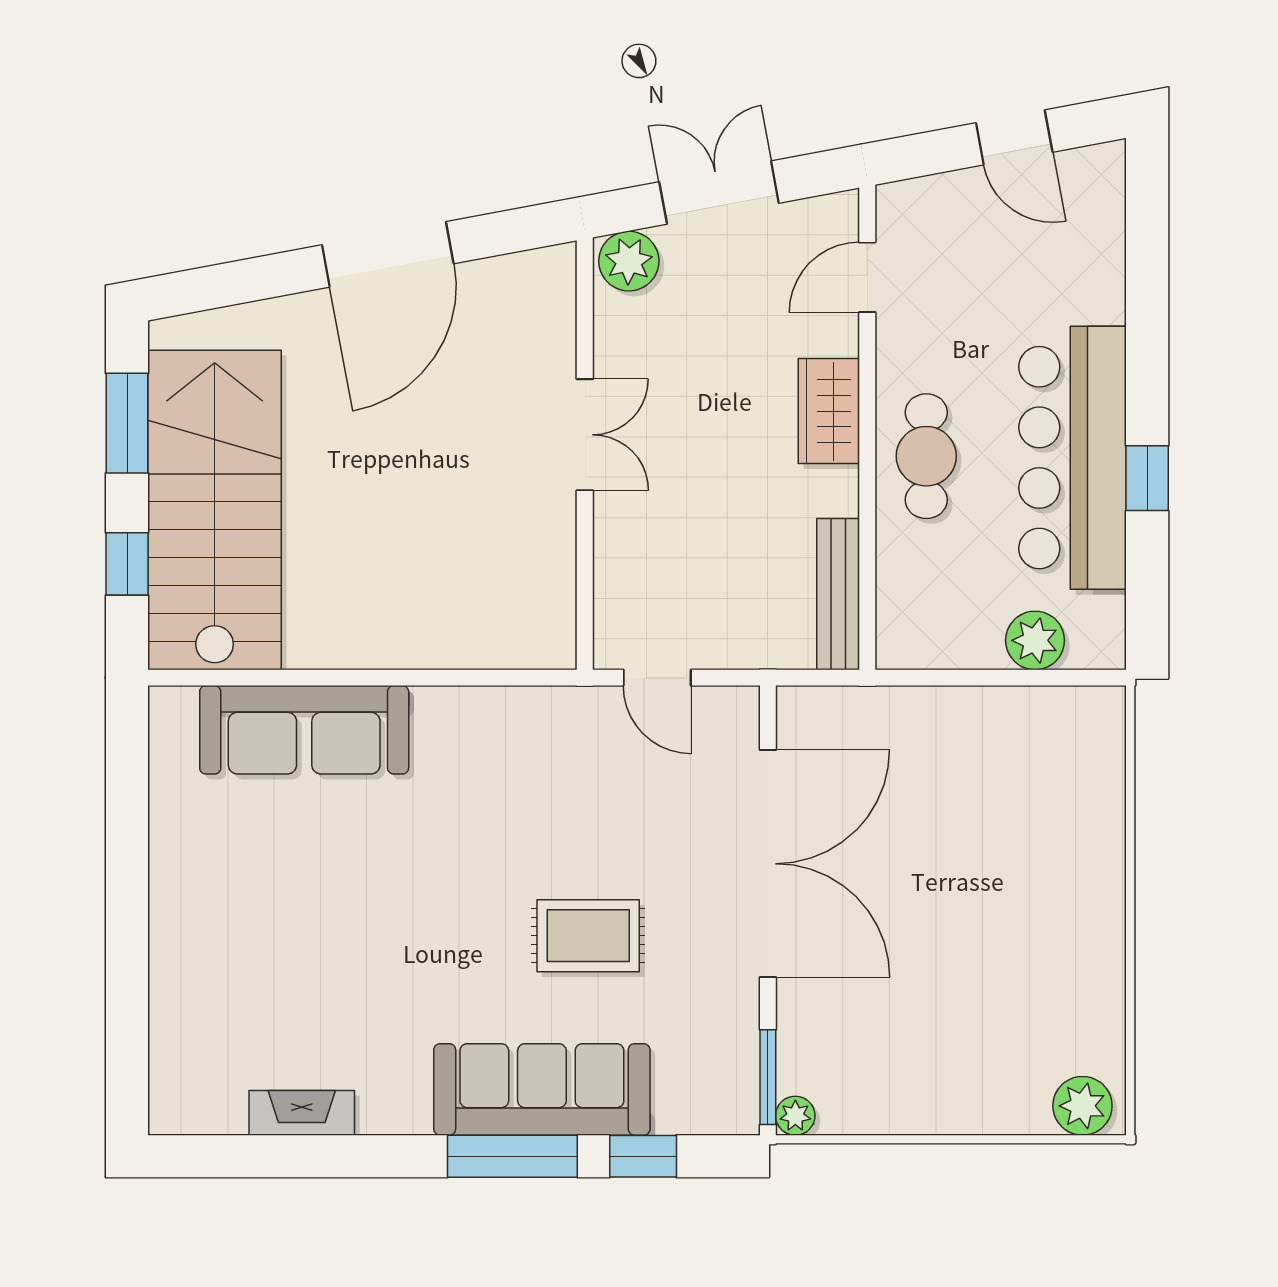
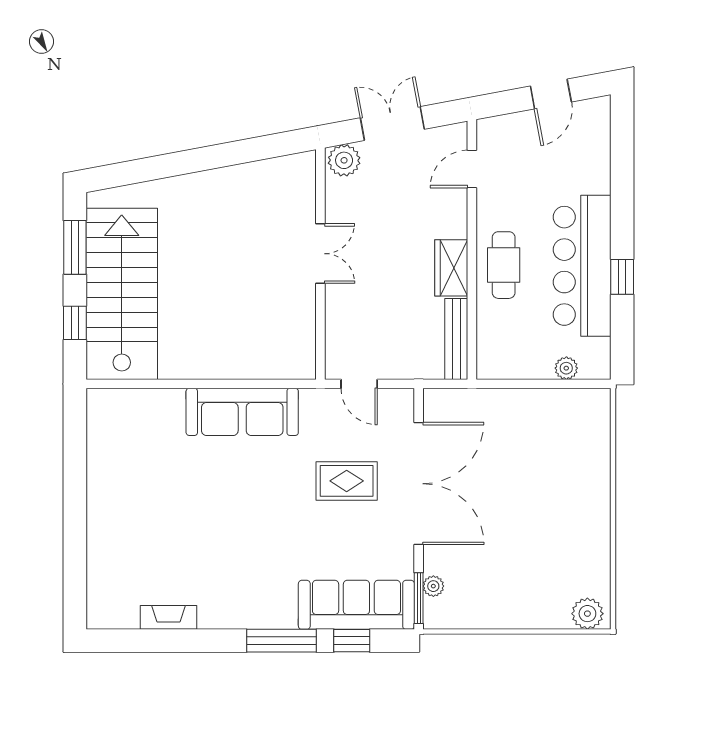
door: (1014, 137) -> (551, 94), hinge flipped
door: (388, 254) -> (215, 157), removed
wardrobe: (829, 411) -> (451, 268), moved
plant: (1035, 640) -> (566, 368), width x0.73, depth x0.73
sofa: (304, 730) -> (242, 412), moved
rug: (588, 936) -> (347, 481), moved
sofa: (542, 1089) -> (356, 605), moved
plant: (795, 1116) -> (433, 586), moved

